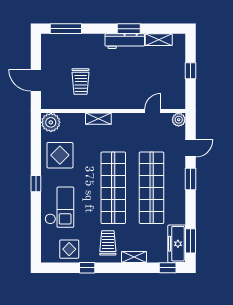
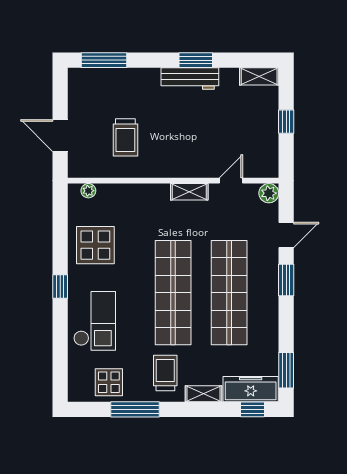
shelving: (159, 40) -> (259, 76), moved
shelving: (98, 119) -> (189, 192), moved
plant: (51, 122) -> (88, 191), width x0.53, depth x0.53
freezer: (177, 244) -> (251, 389), moved, turned 90
window: (87, 268) -> (135, 409), width x2.17

